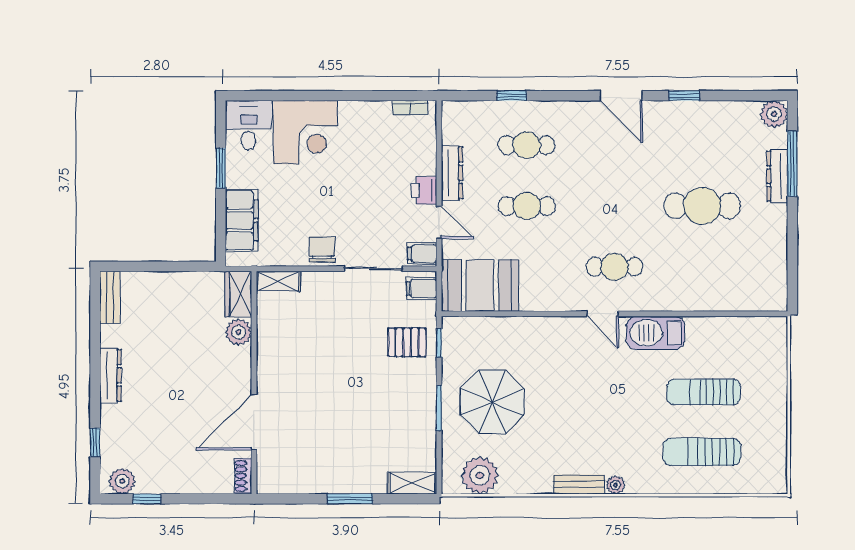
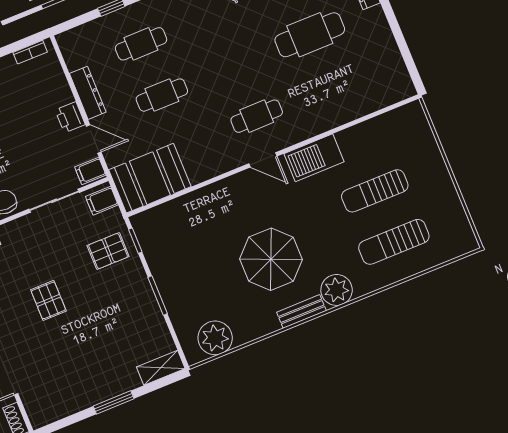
pallet: (326, 368) -> (48, 300), added
parasol: (492, 402) -> (271, 259), moved
plant: (615, 485) -> (337, 290), width x1.87, depth x1.87

